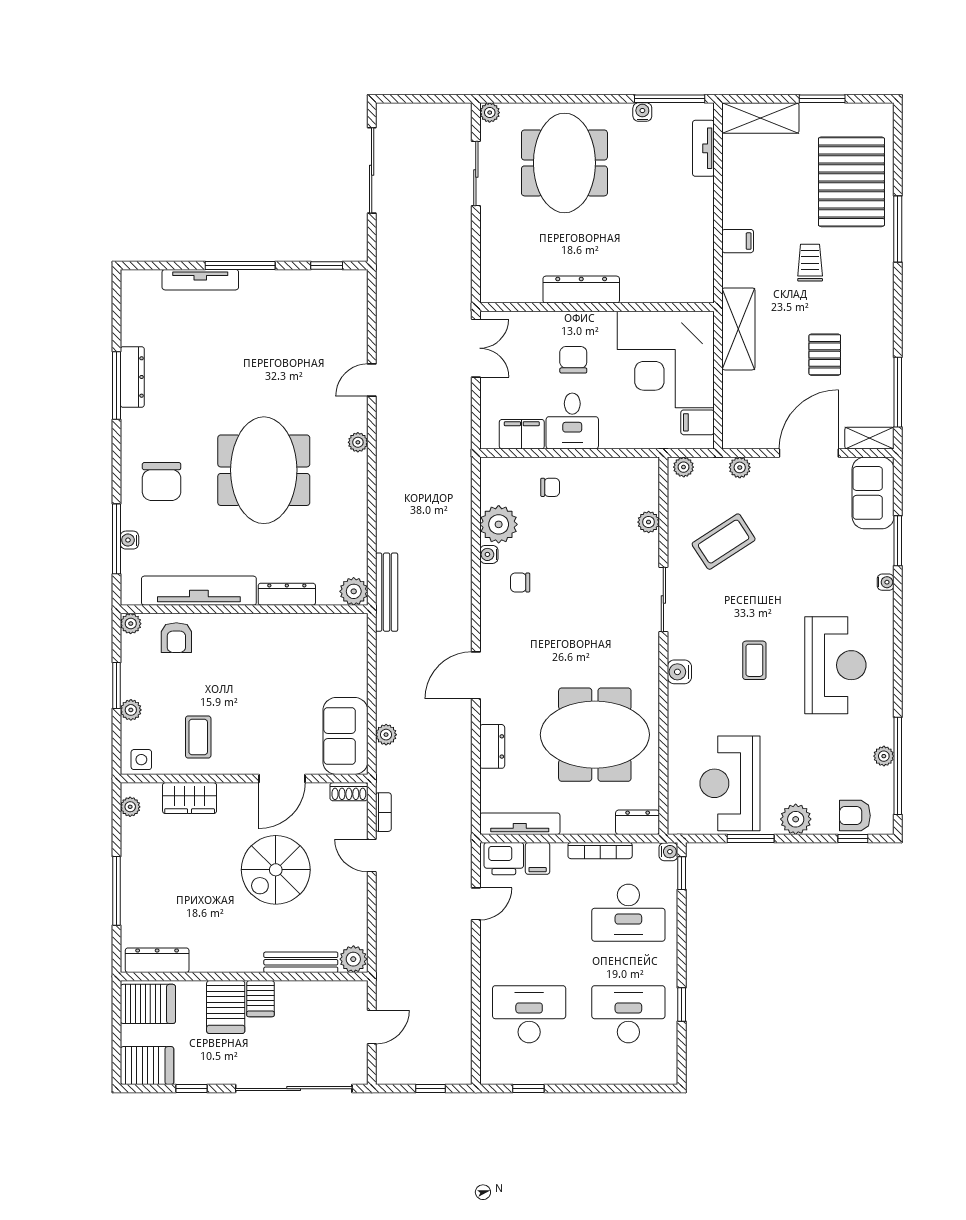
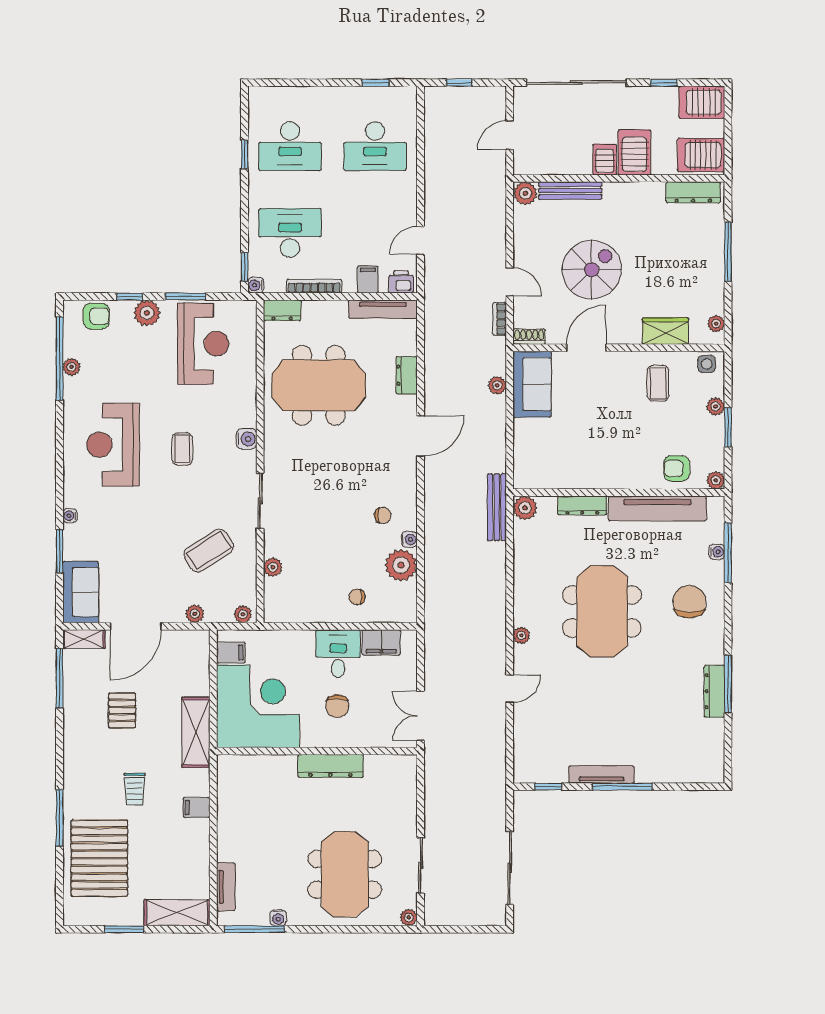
tv unit: (200, 280) -> (602, 774), moved
armchair: (176, 638) -> (677, 468), turned -90
window: (853, 838) -> (130, 296), moved
printer: (504, 859) -> (401, 282), width x0.73, depth x0.81

